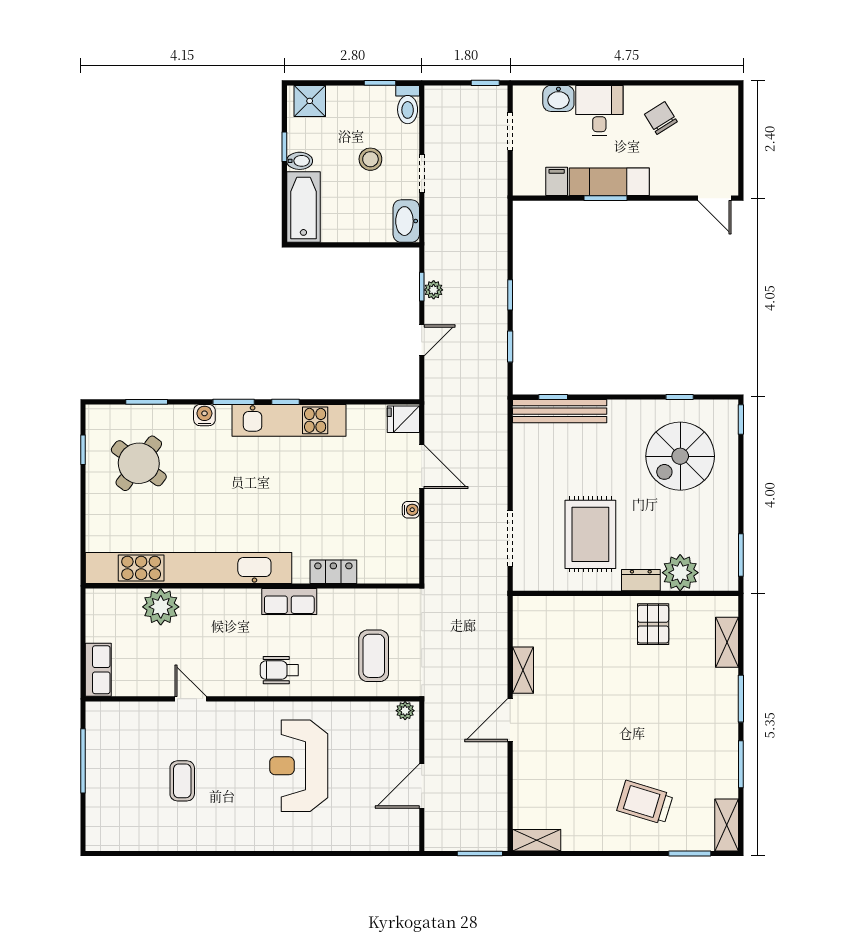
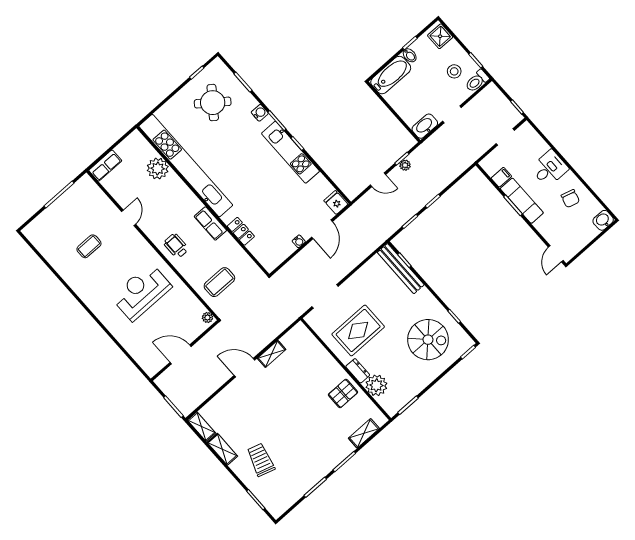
washbasin: (558, 98) -> (603, 220), moved, turned 90
chair: (661, 118) -> (570, 199), turned 138
stool: (370, 159) -> (454, 71), moved
spiral stairs: (680, 456) -> (428, 340), turned 180
shelving: (727, 825) -> (222, 449), moved, turned 90

